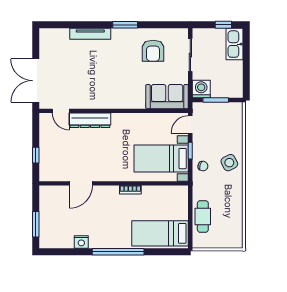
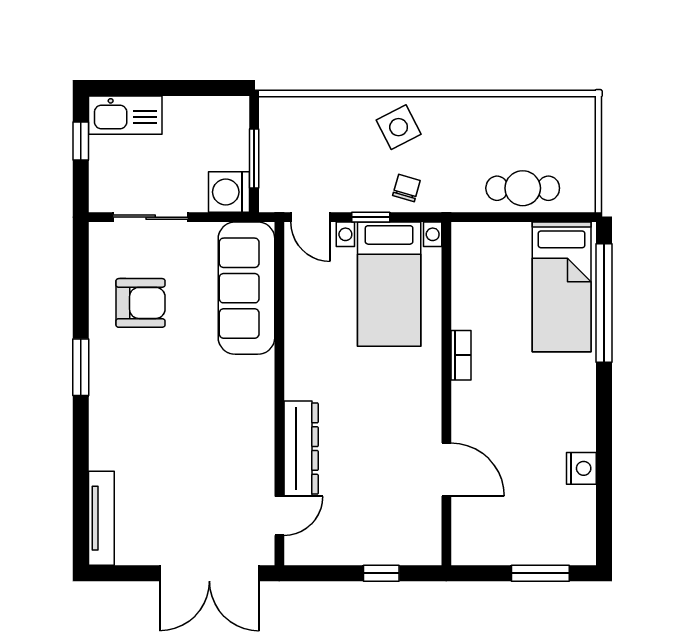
tv unit: (90, 34) -> (101, 518), moved
sofa: (167, 97) -> (246, 288), width x1.36
window: (118, 252) -> (604, 303), moved

